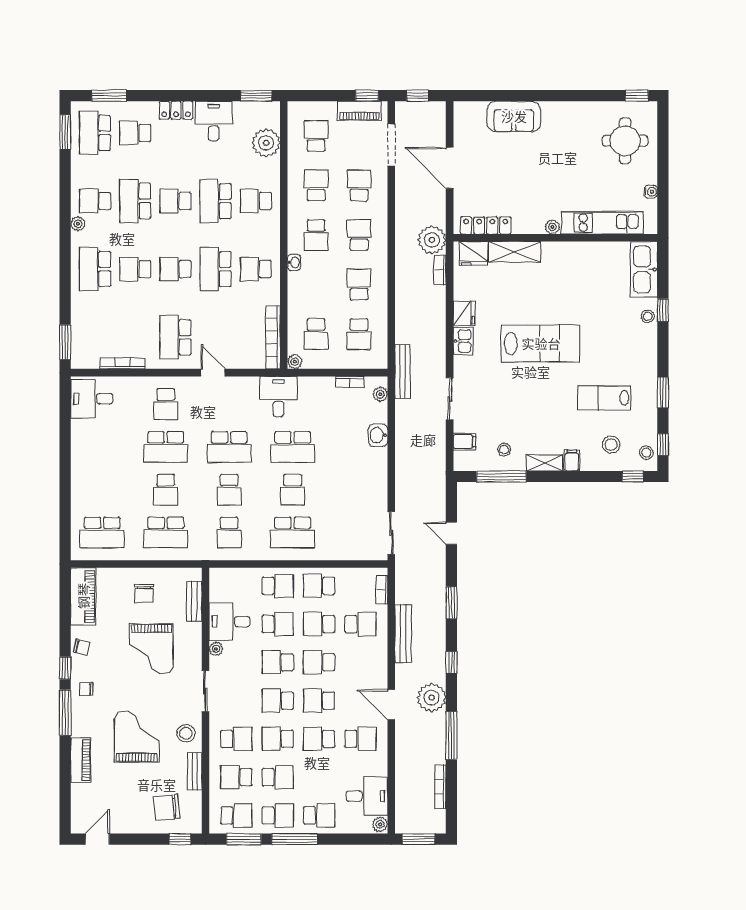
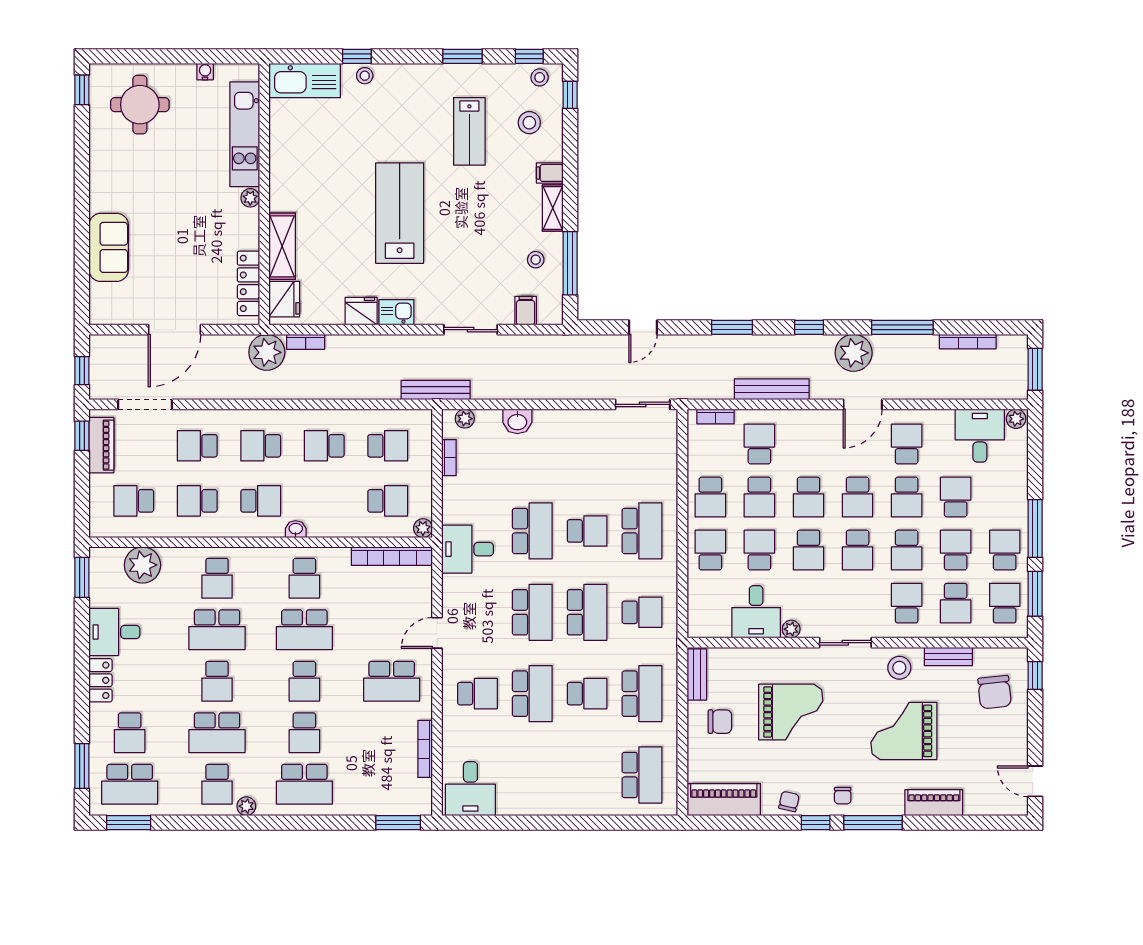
school desk: (229, 490) -> (587, 612), width x1.85
bench: (194, 601) -> (697, 675), moved, turned 90
school desk: (319, 815) -> (956, 497), moved

